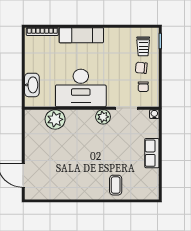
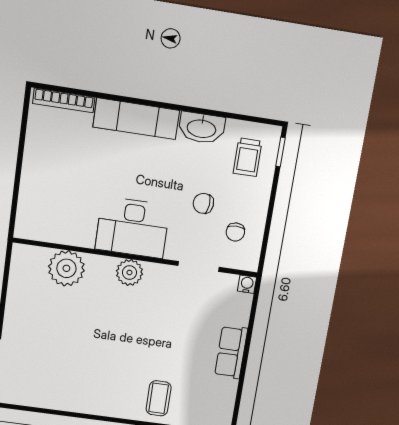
chair: (141, 68) -> (203, 203), moved
washbasin: (32, 85) -> (202, 128), moved, turned 90
desk: (81, 88) -> (133, 227), width x0.73, depth x0.77
plant: (103, 117) -> (129, 273), moved

